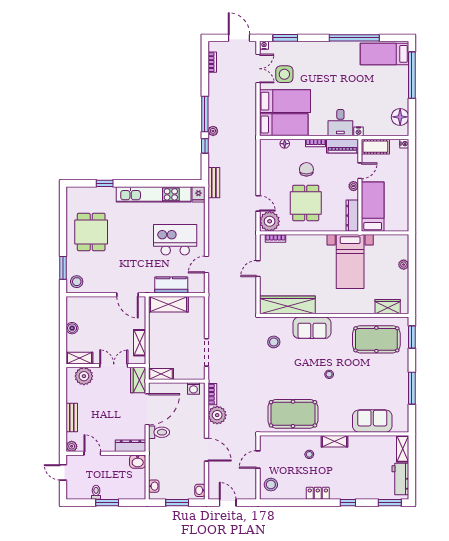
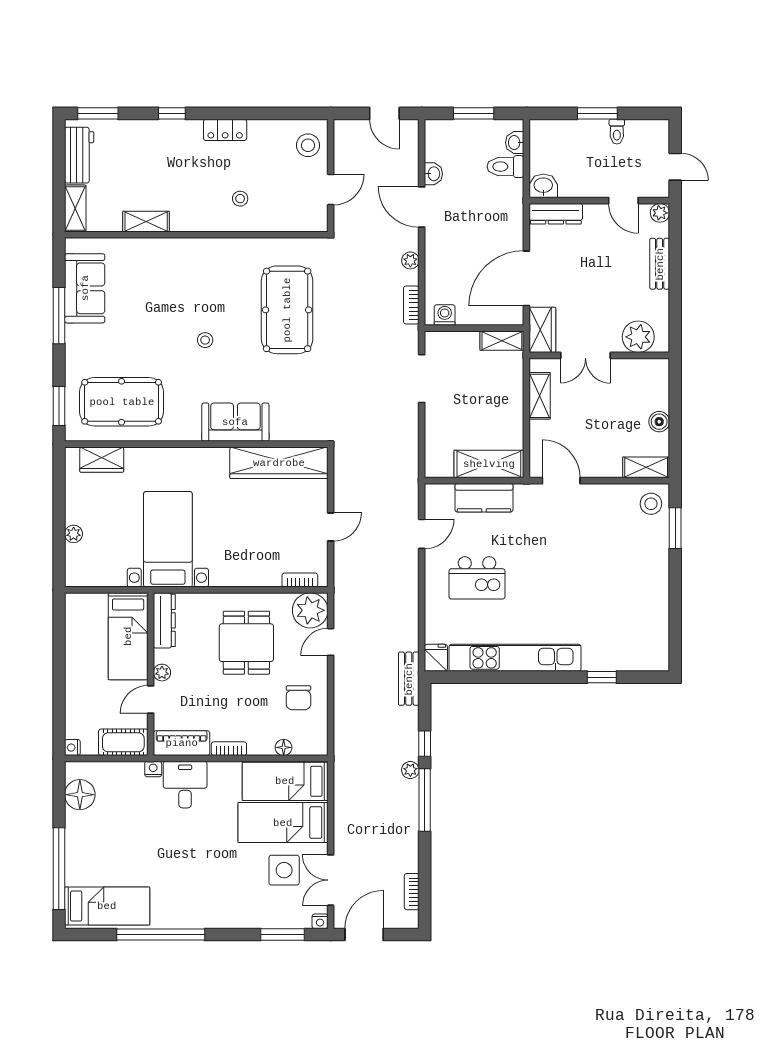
door: (239, 38) -> (364, 934), swing flipped
chair: (306, 169) -> (298, 698), moved
door: (258, 203) -> (331, 642), hinge flipped
dining table: (91, 232) -> (625, 592), removed
kitchen island: (175, 240) -> (477, 578), width x0.73, depth x0.78
stool: (274, 342) -> (303, 397), removed
shelving: (79, 358) -> (646, 467), moved
pool table: (293, 414) -> (287, 310), moved, turned 90
plant: (217, 415) -> (410, 260), width x0.53, depth x0.53
sofa: (372, 421) -> (85, 288), moved, turned -90
toilet: (159, 432) -> (505, 167), moved
shelving: (335, 441) -> (146, 222), moved
washbasin: (200, 490) -> (433, 174), moved

